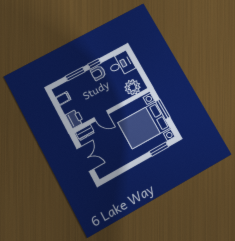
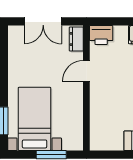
plant: (133, 87) -> (101, 132), removed
bed with nightstands: (144, 125) -> (35, 119), width x0.73

